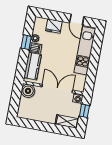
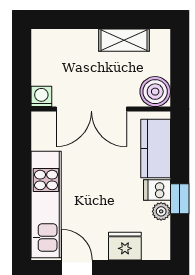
window: (84, 111) -> (22, 71), removed
shelving: (67, 121) -> (124, 40), moved

